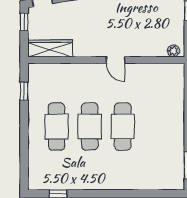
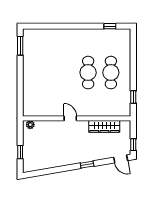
wardrobe: (50, 48) -> (104, 126), moved
cafe table: (123, 127) -> (65, 73), removed

